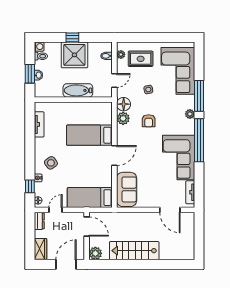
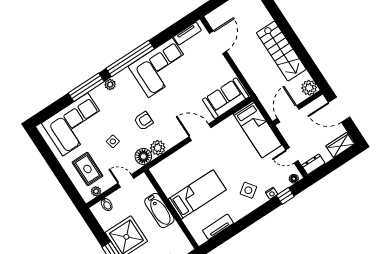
bed: (89, 135) -> (197, 194), moved, turned -90

